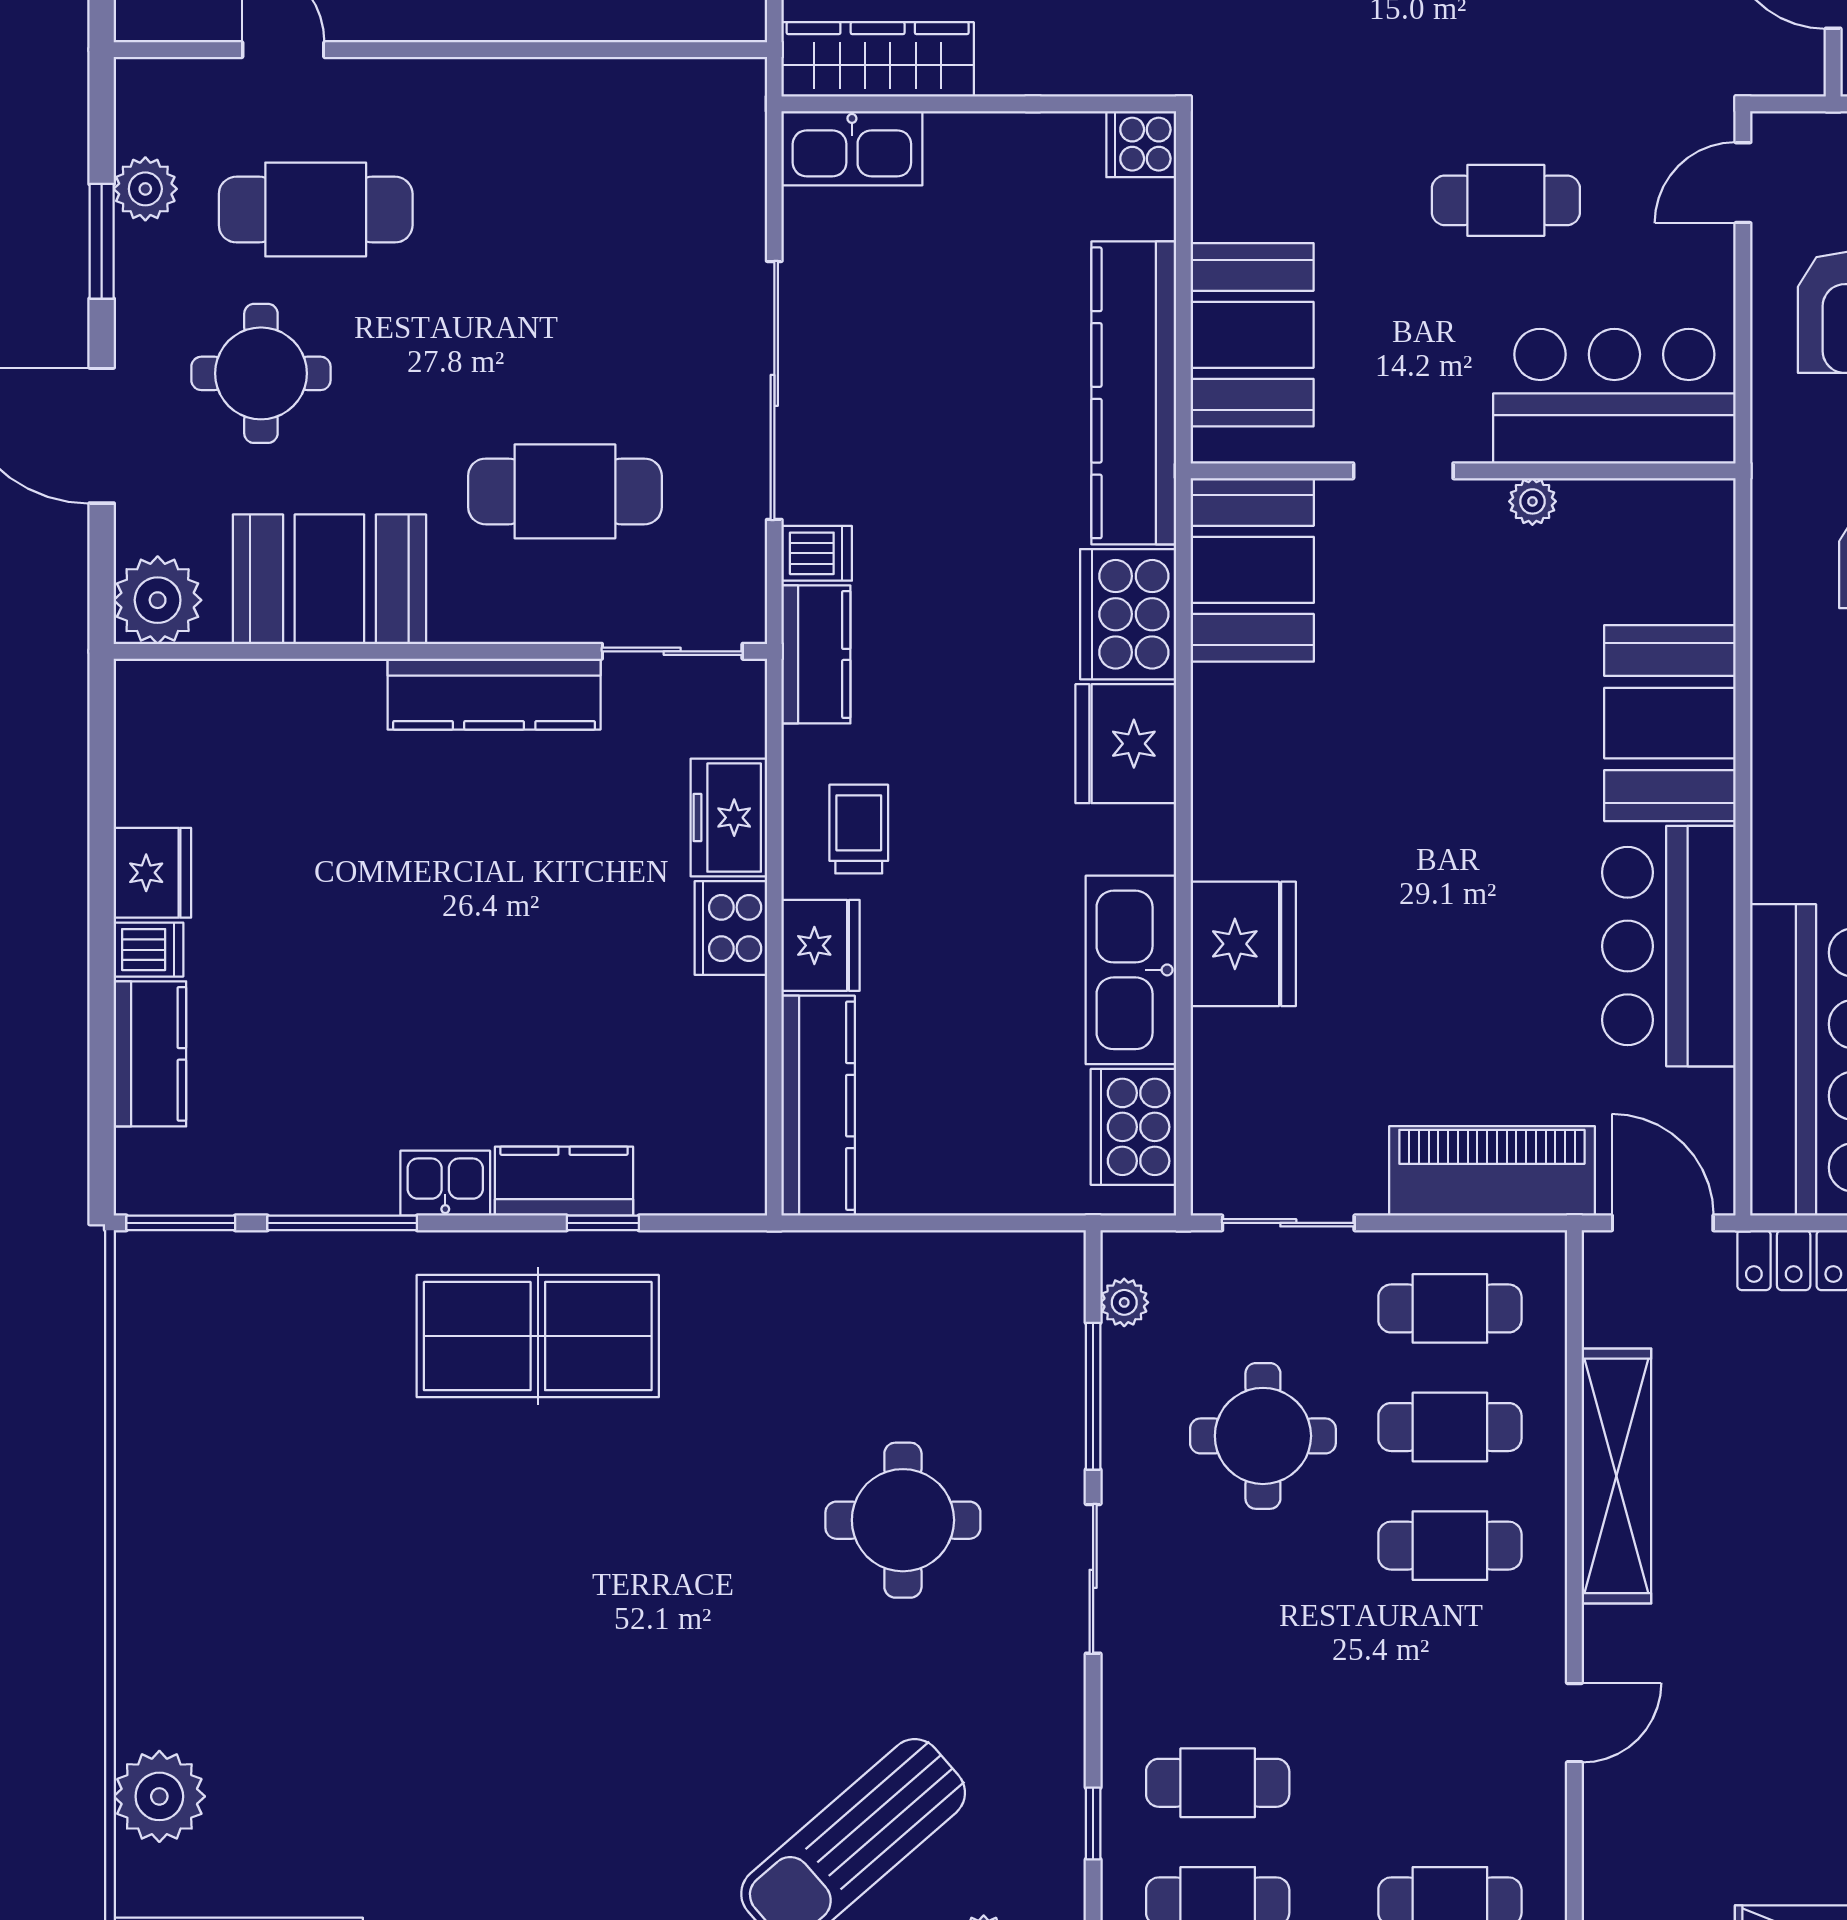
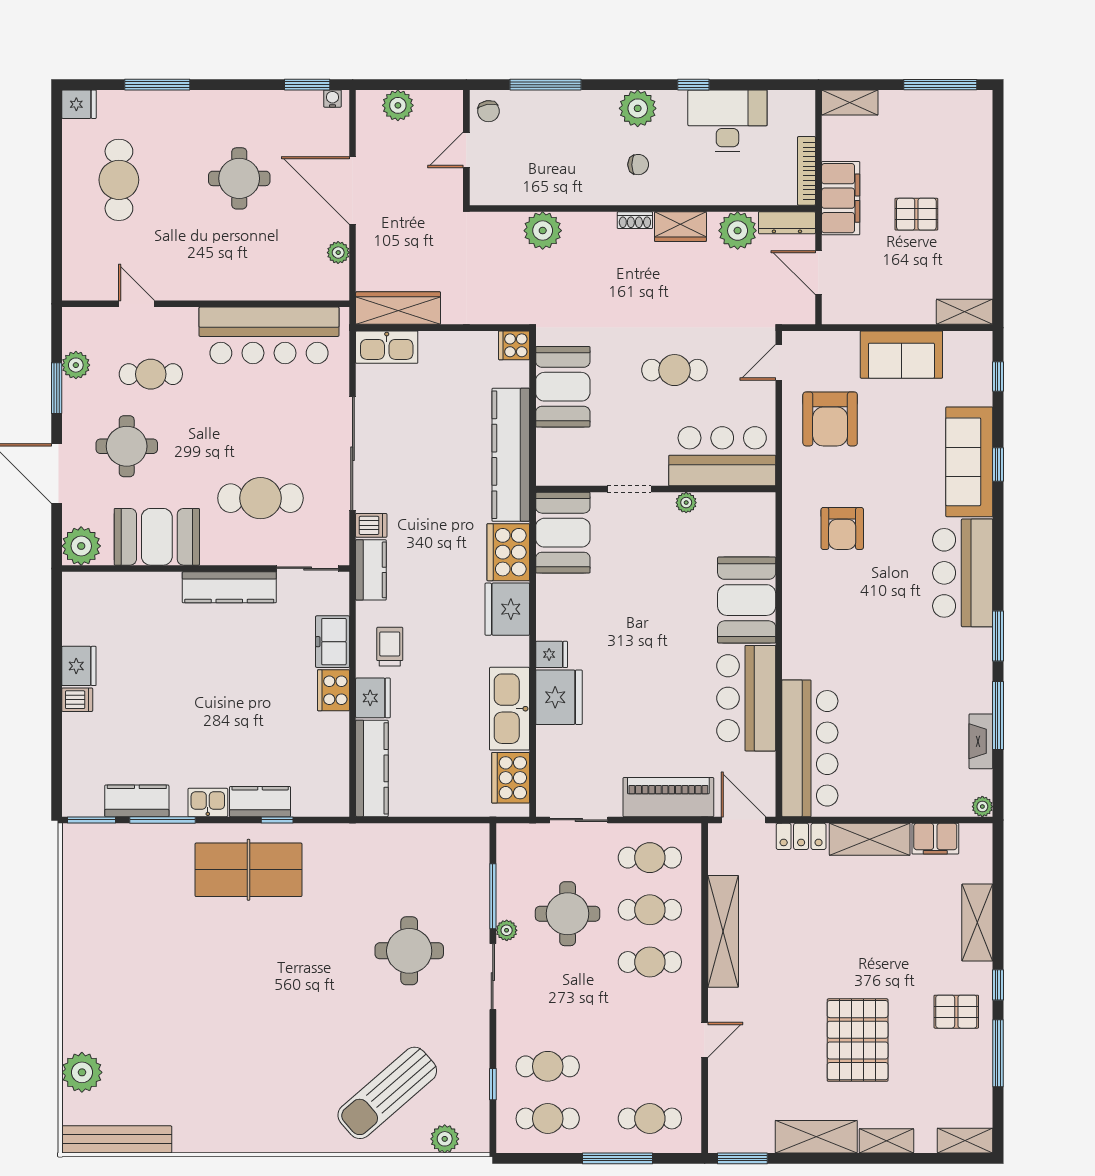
bar counter: (584, 121) -> (269, 335), added
cafe table: (316, 210) -> (151, 374), width x0.73, depth x0.74
booth: (1252, 335) -> (563, 387), moved
fridge: (1227, 847) -> (552, 654), added
kitchen counter: (150, 1054) -> (137, 801), moved, turned -90
plant: (1124, 1302) -> (507, 930), moved

